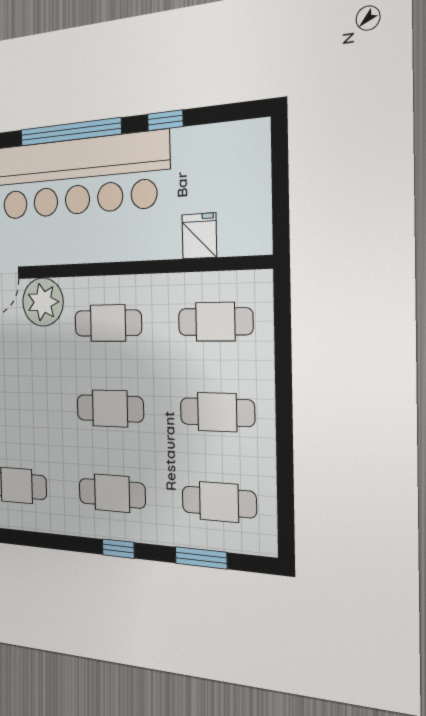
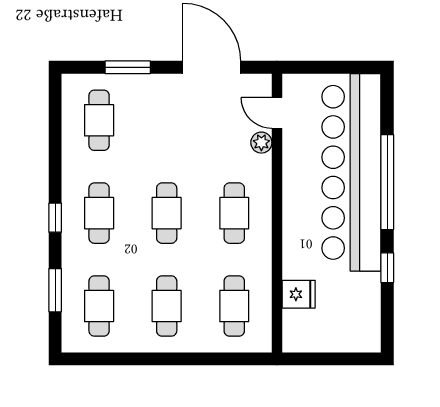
plant: (43, 302) -> (261, 143), width x0.53, depth x0.53

